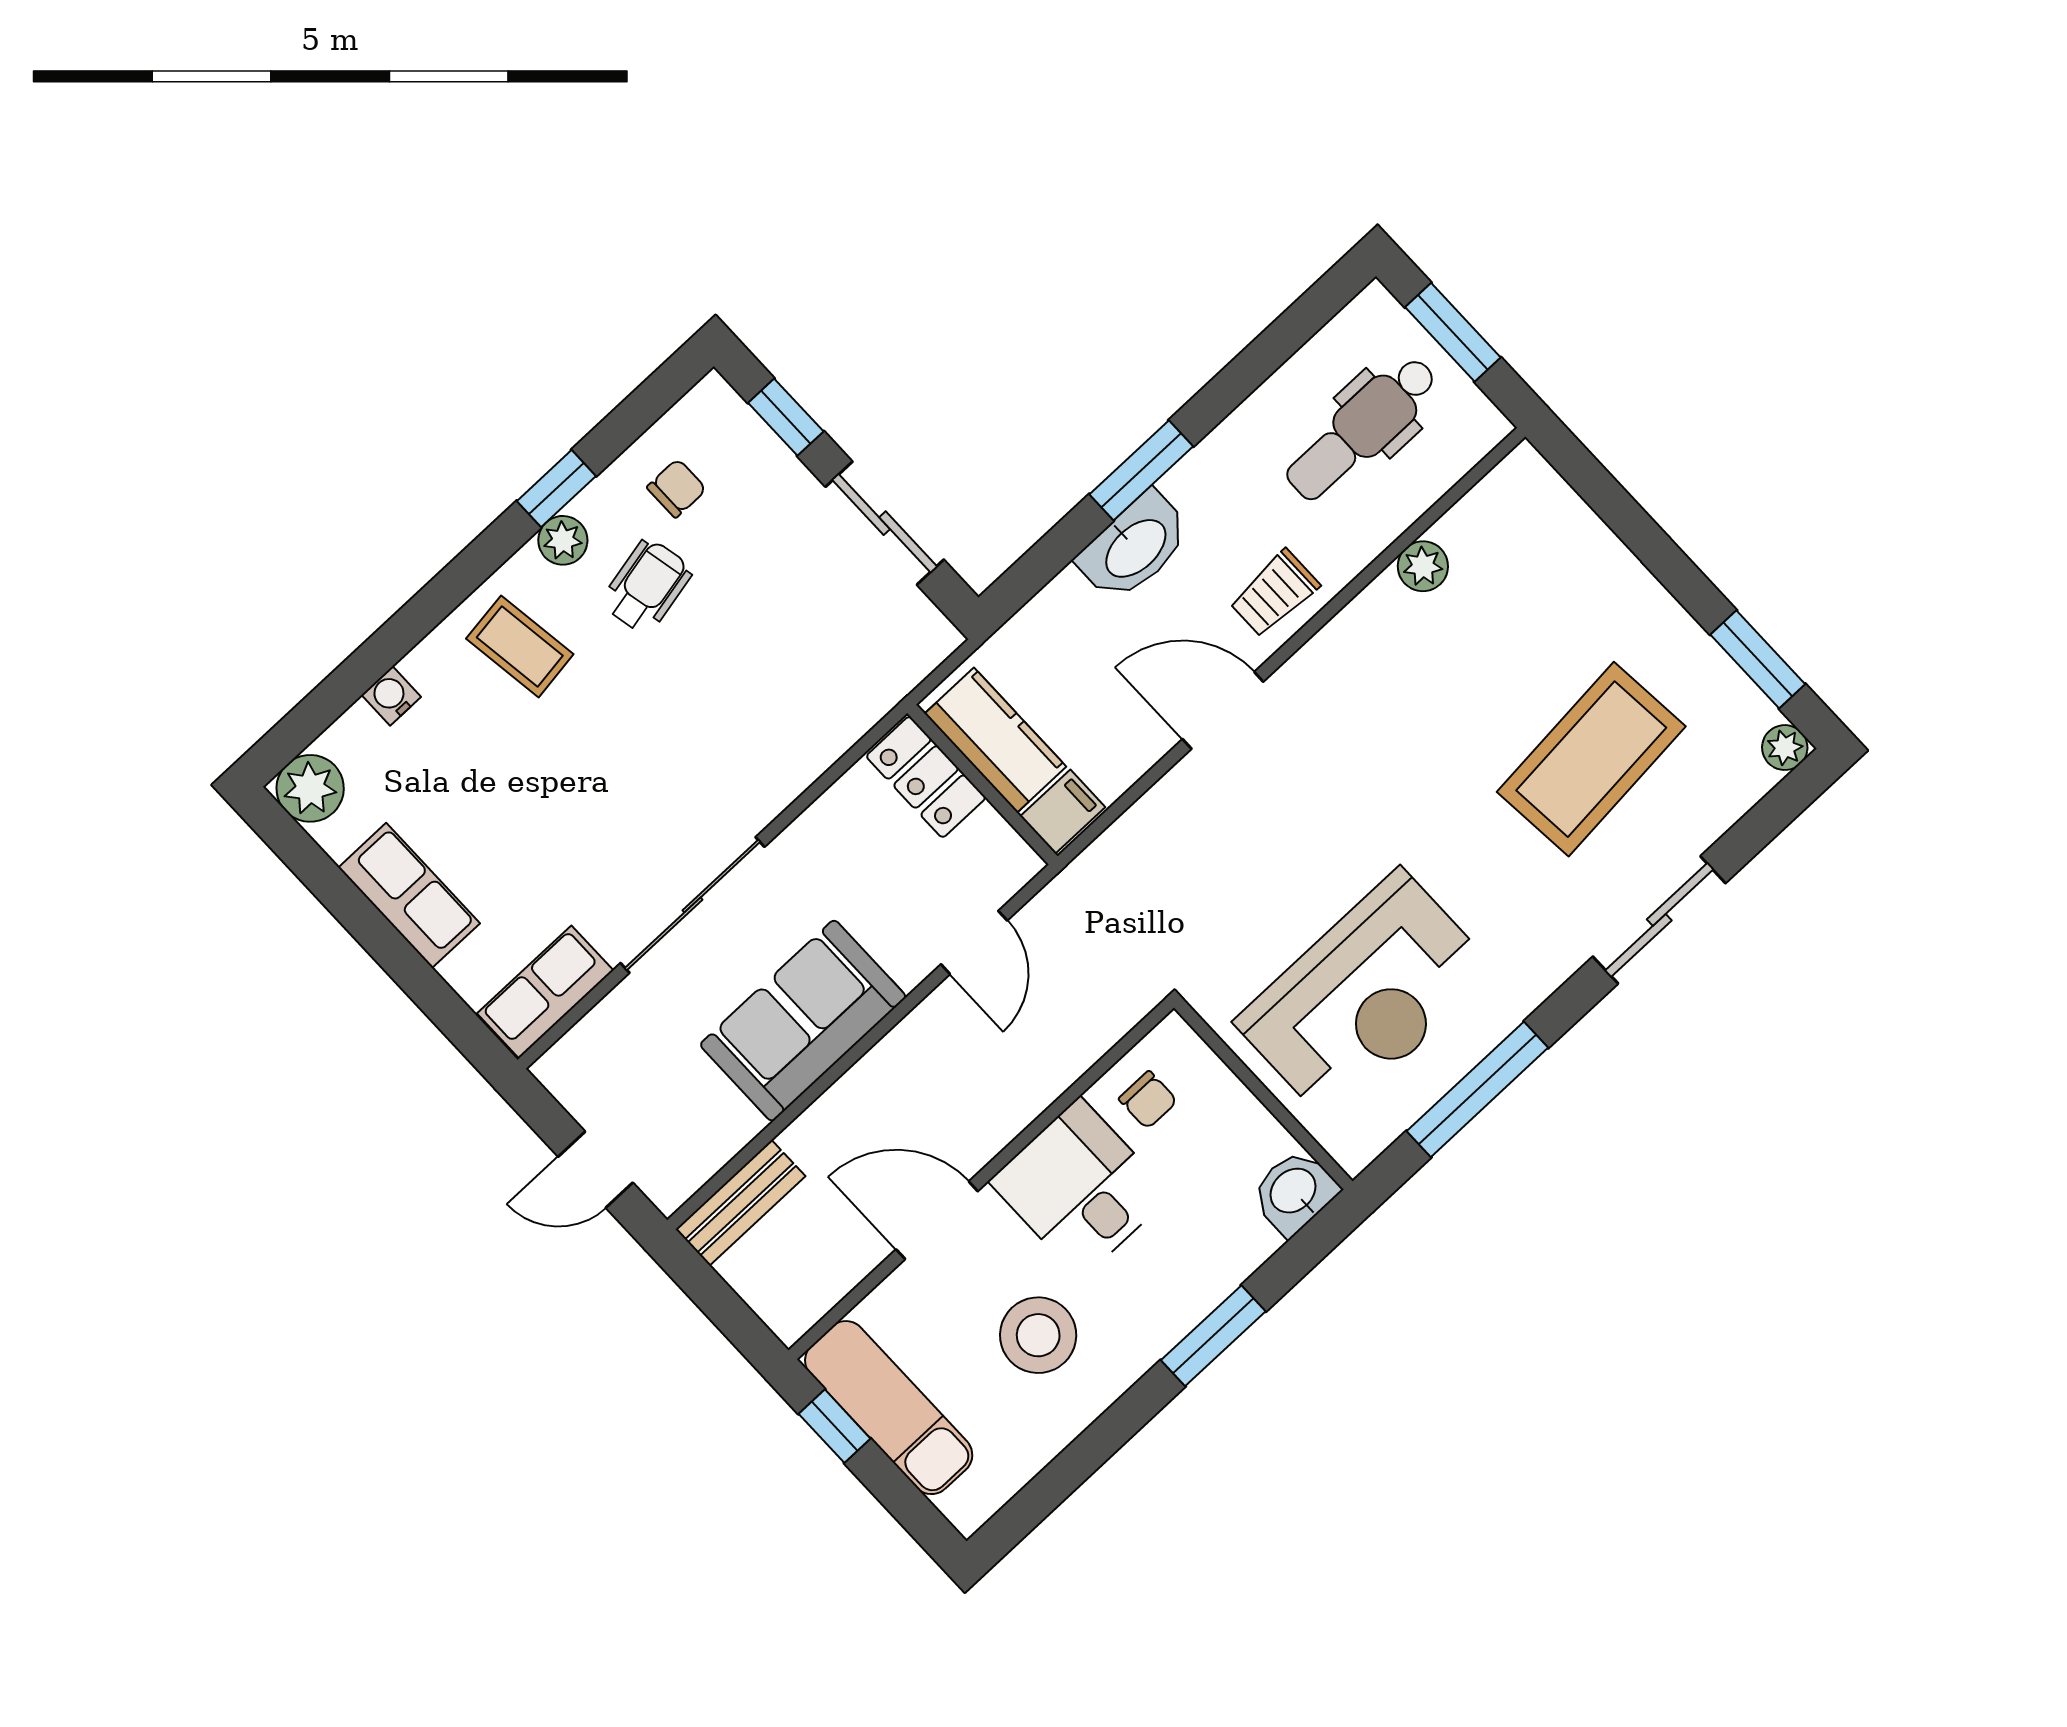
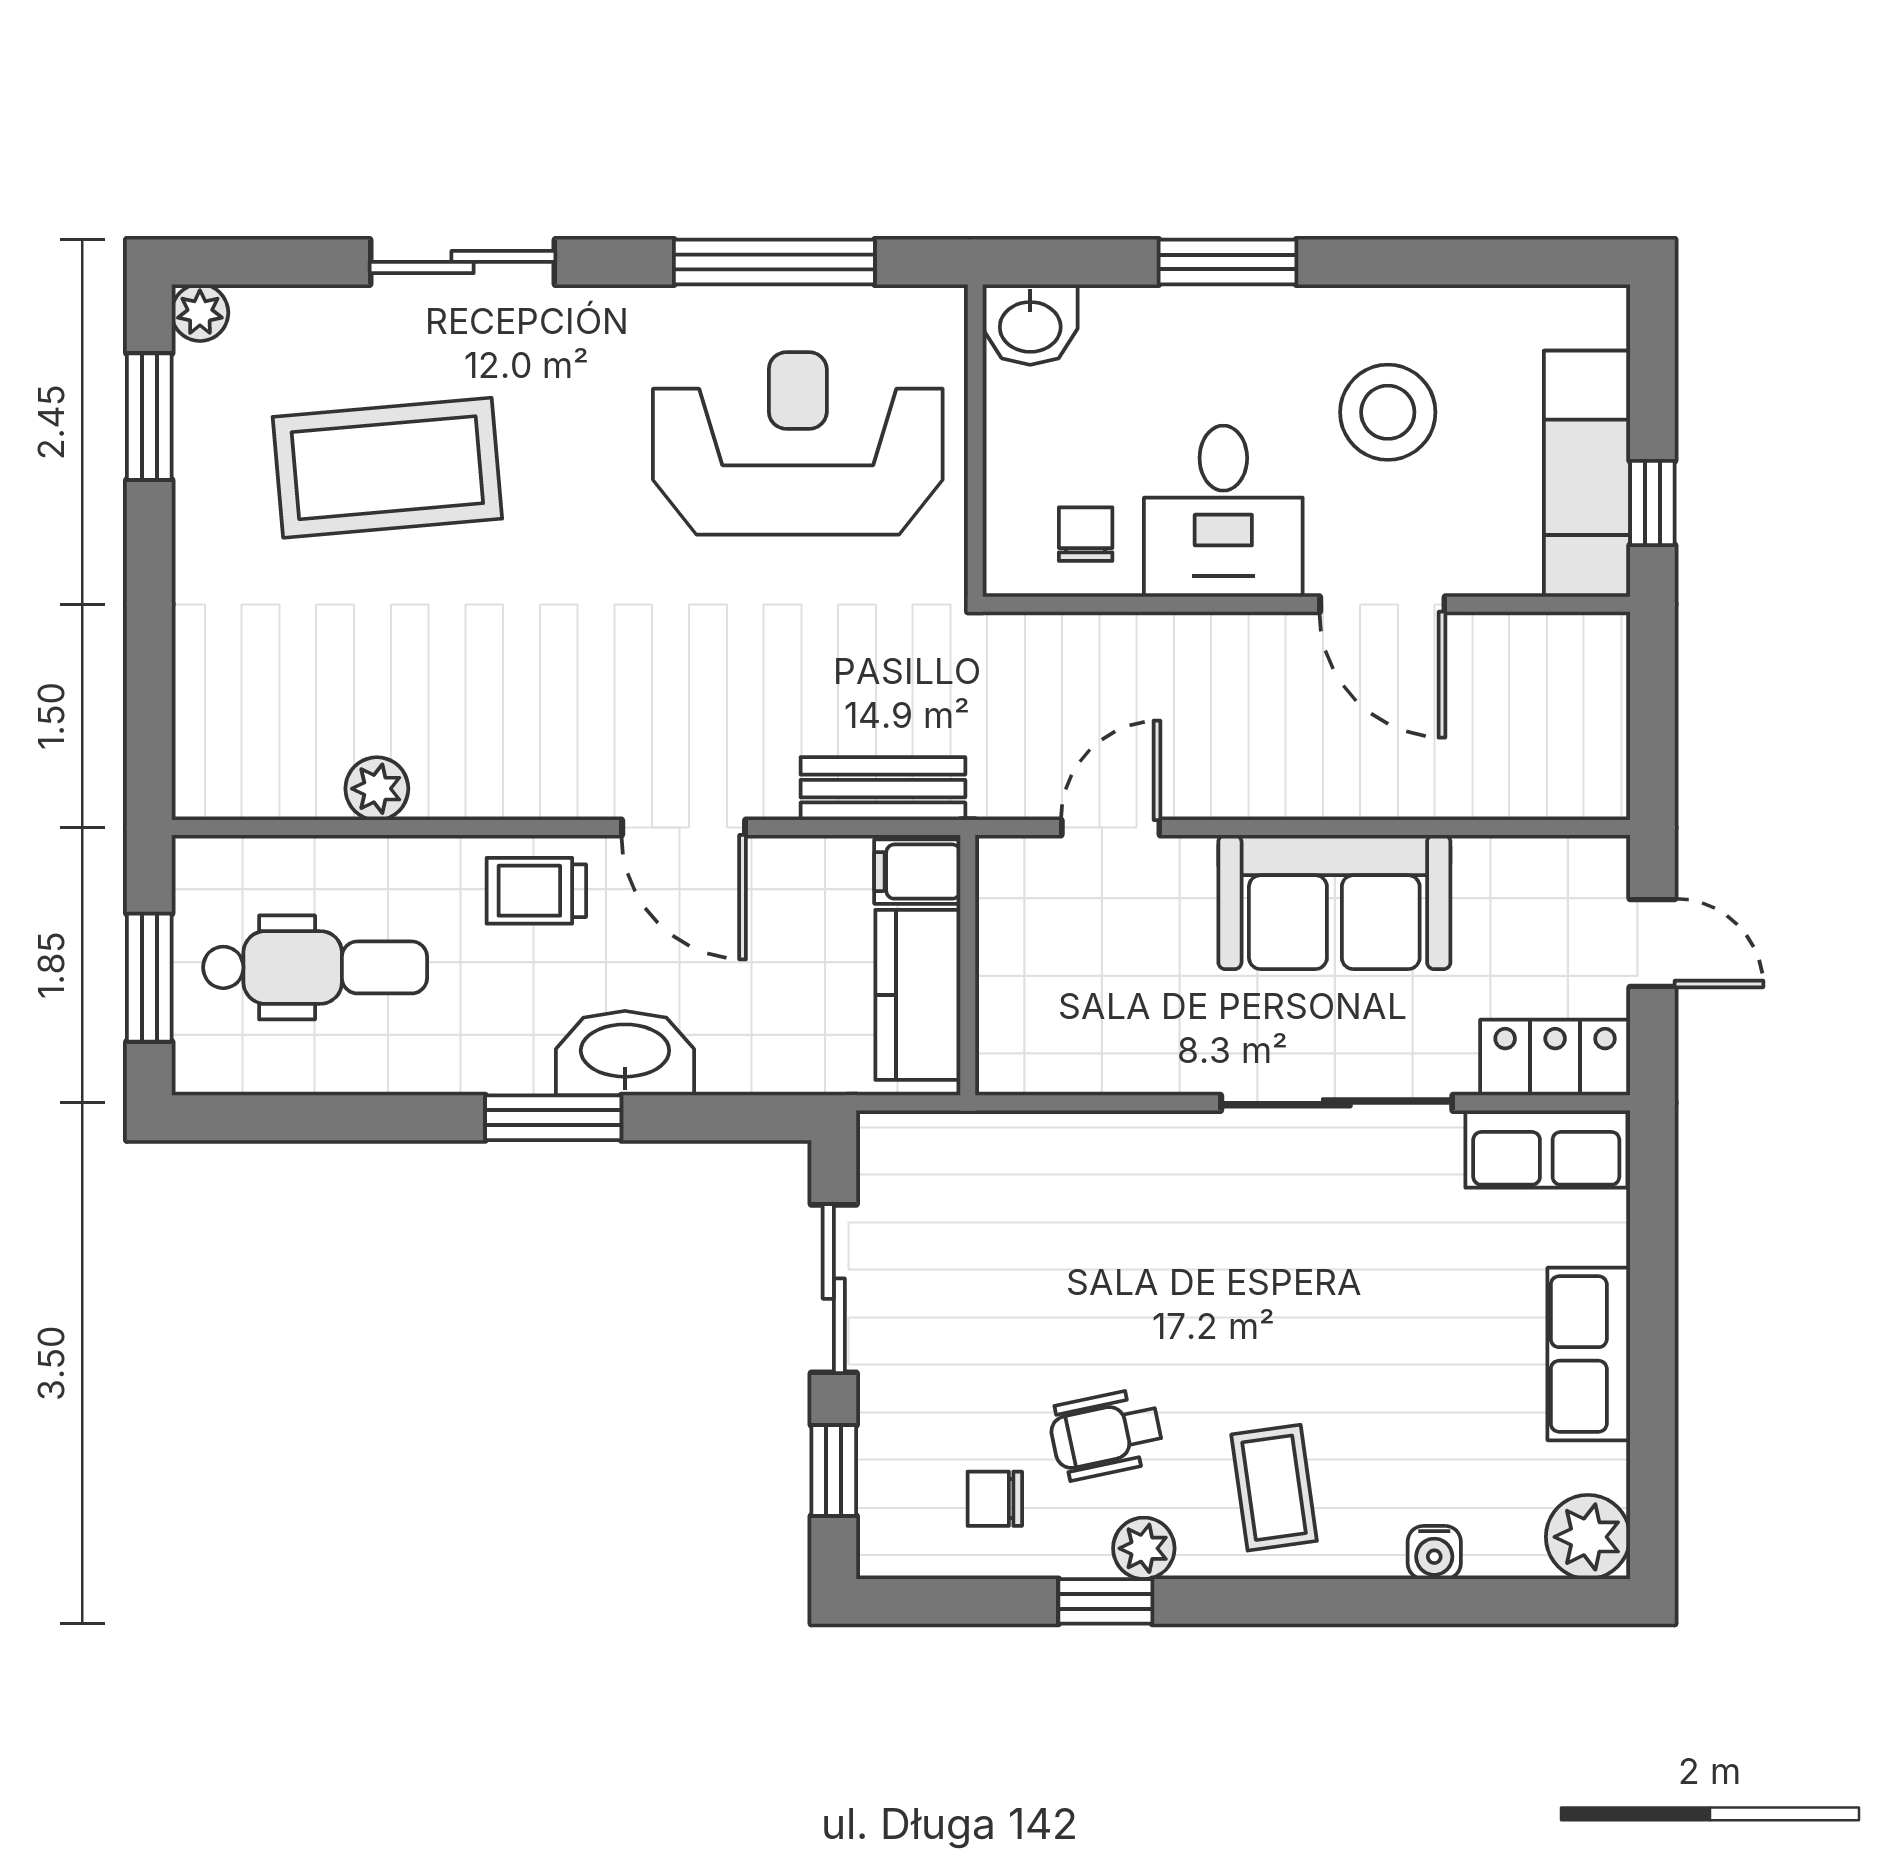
trolley: (1274, 593) -> (536, 891), turned 180
locker: (926, 777) -> (1555, 1058), moved, turned -90
bench: (740, 1203) -> (883, 789), moved

